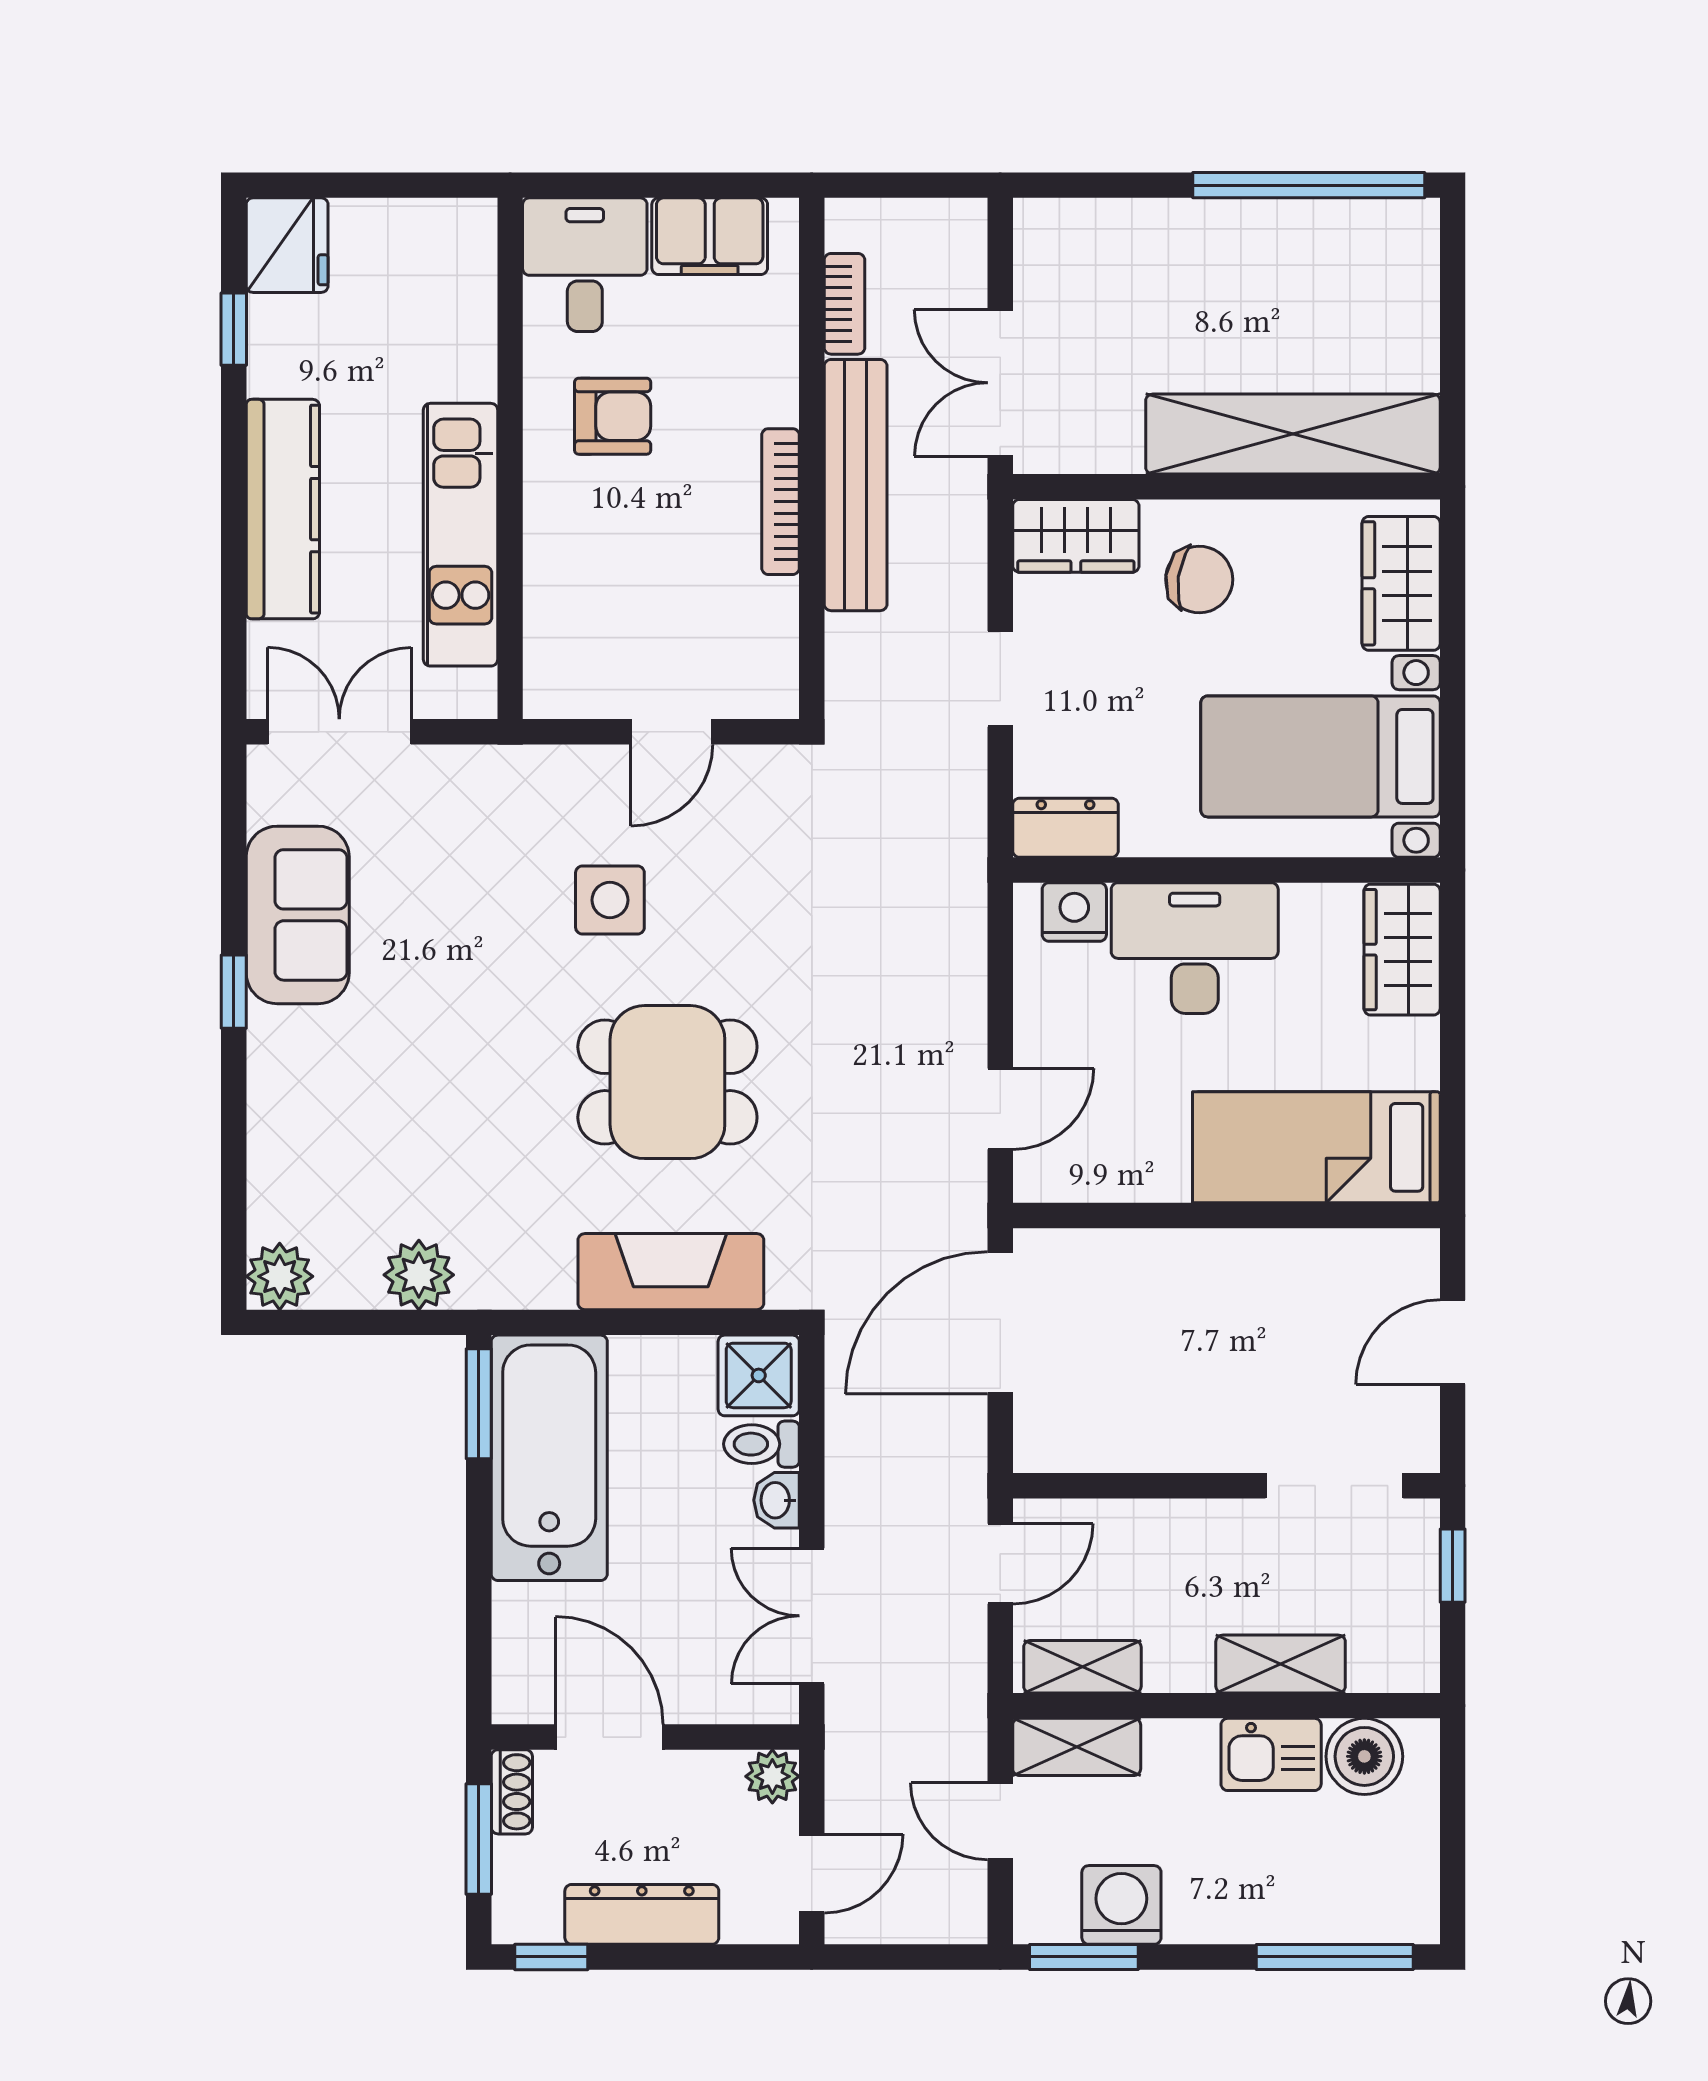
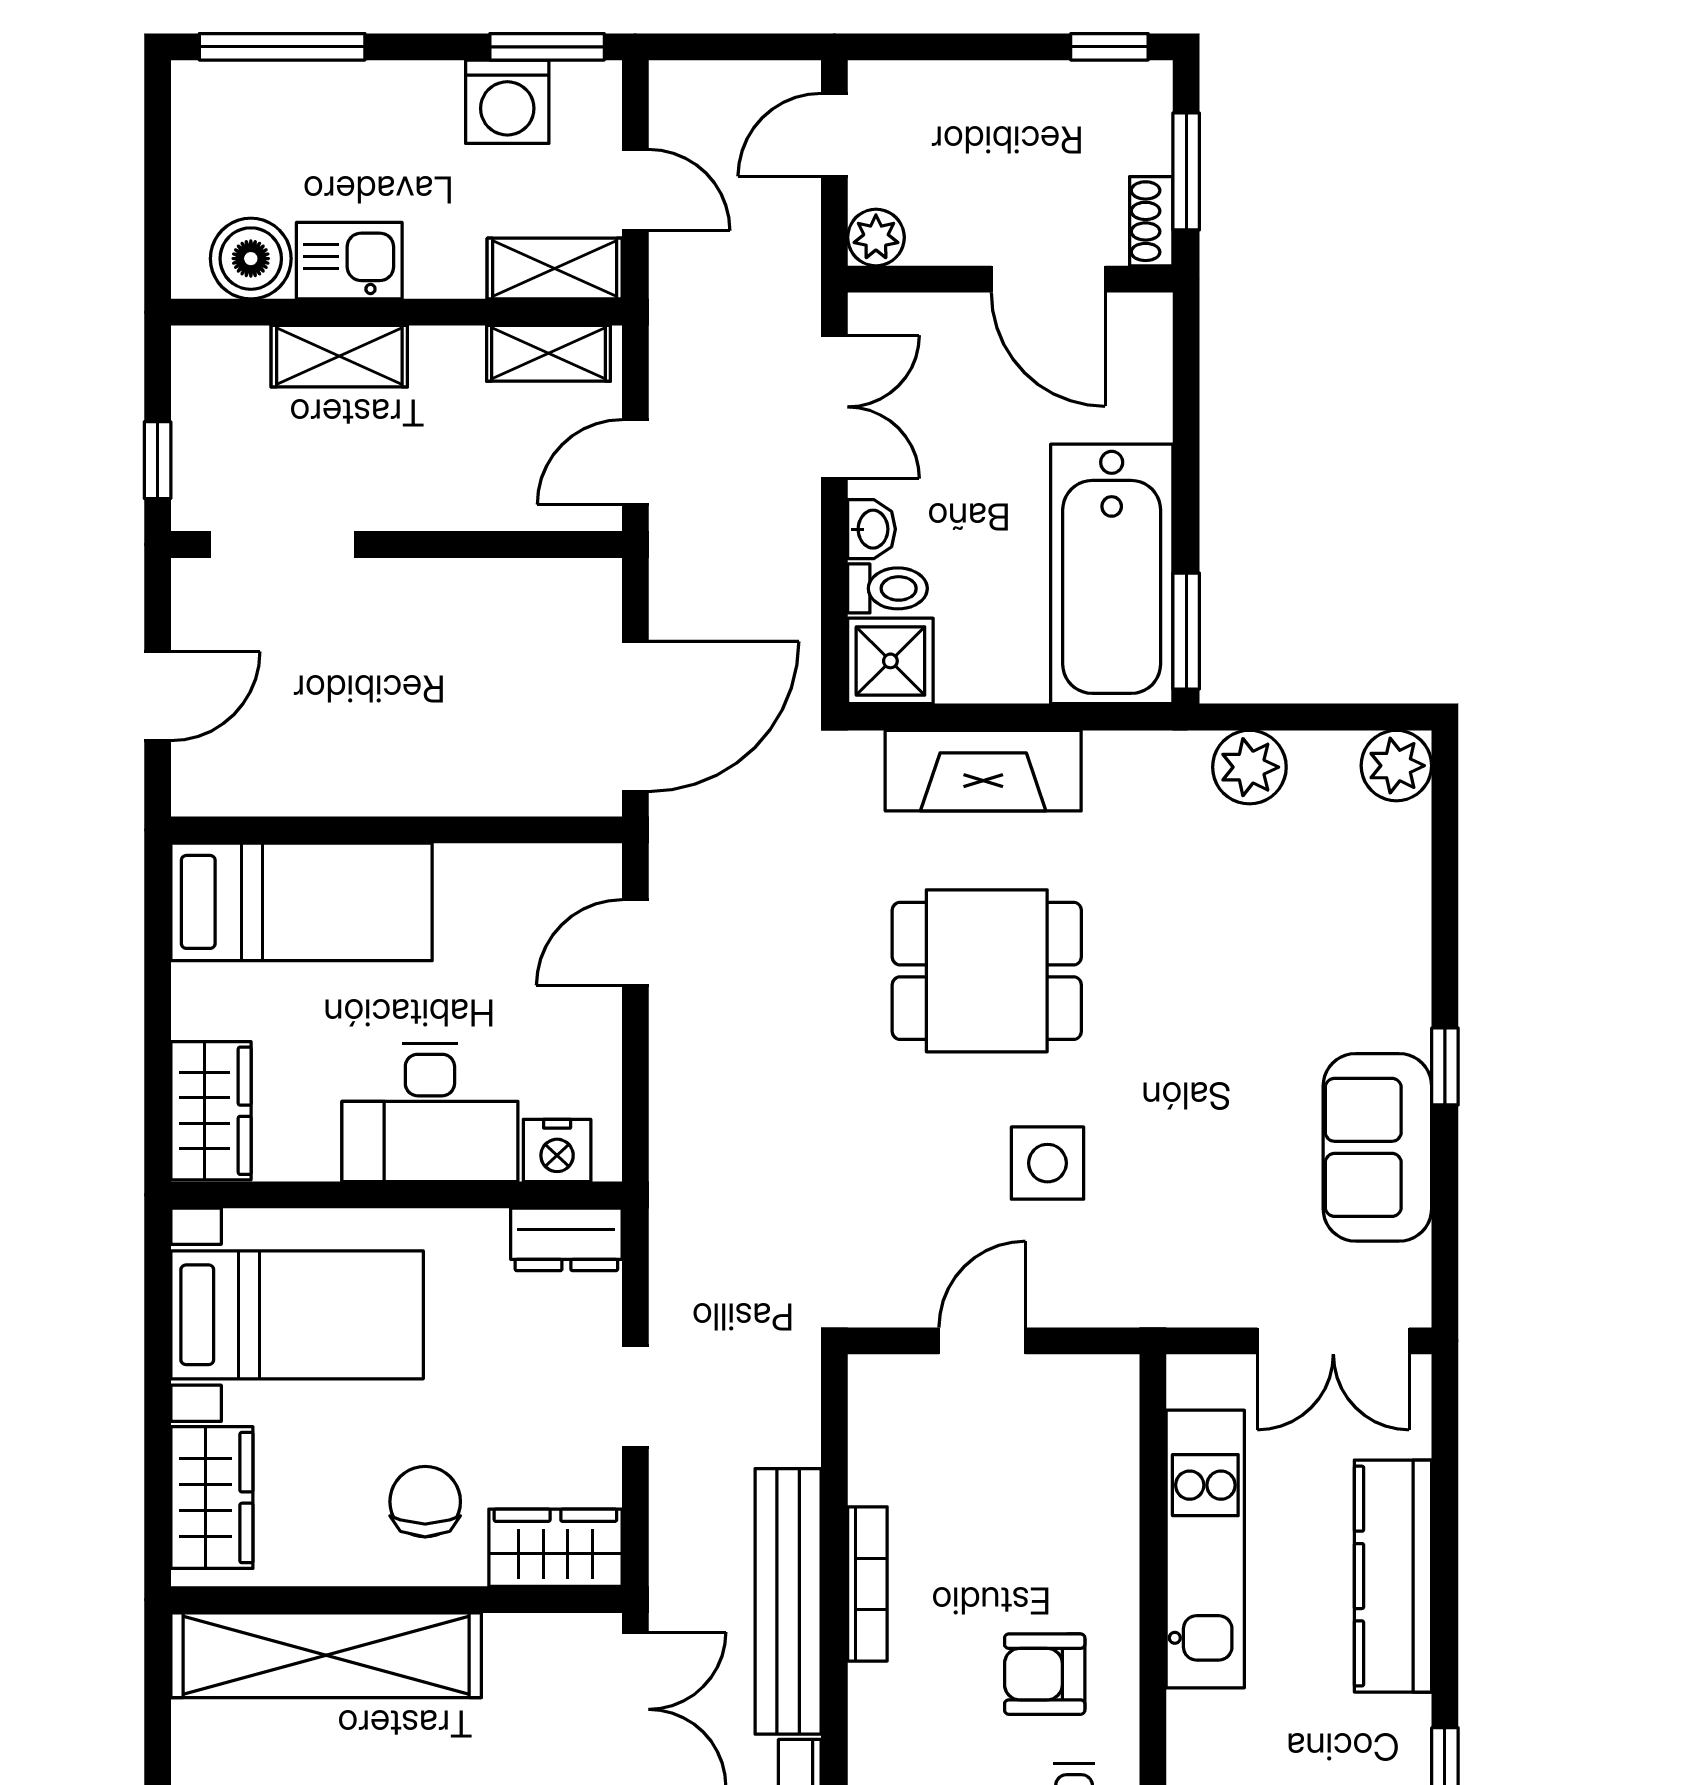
chair: (1199, 579) -> (425, 1502), turned 82
dresser: (642, 1914) -> (1014, 92), removed

